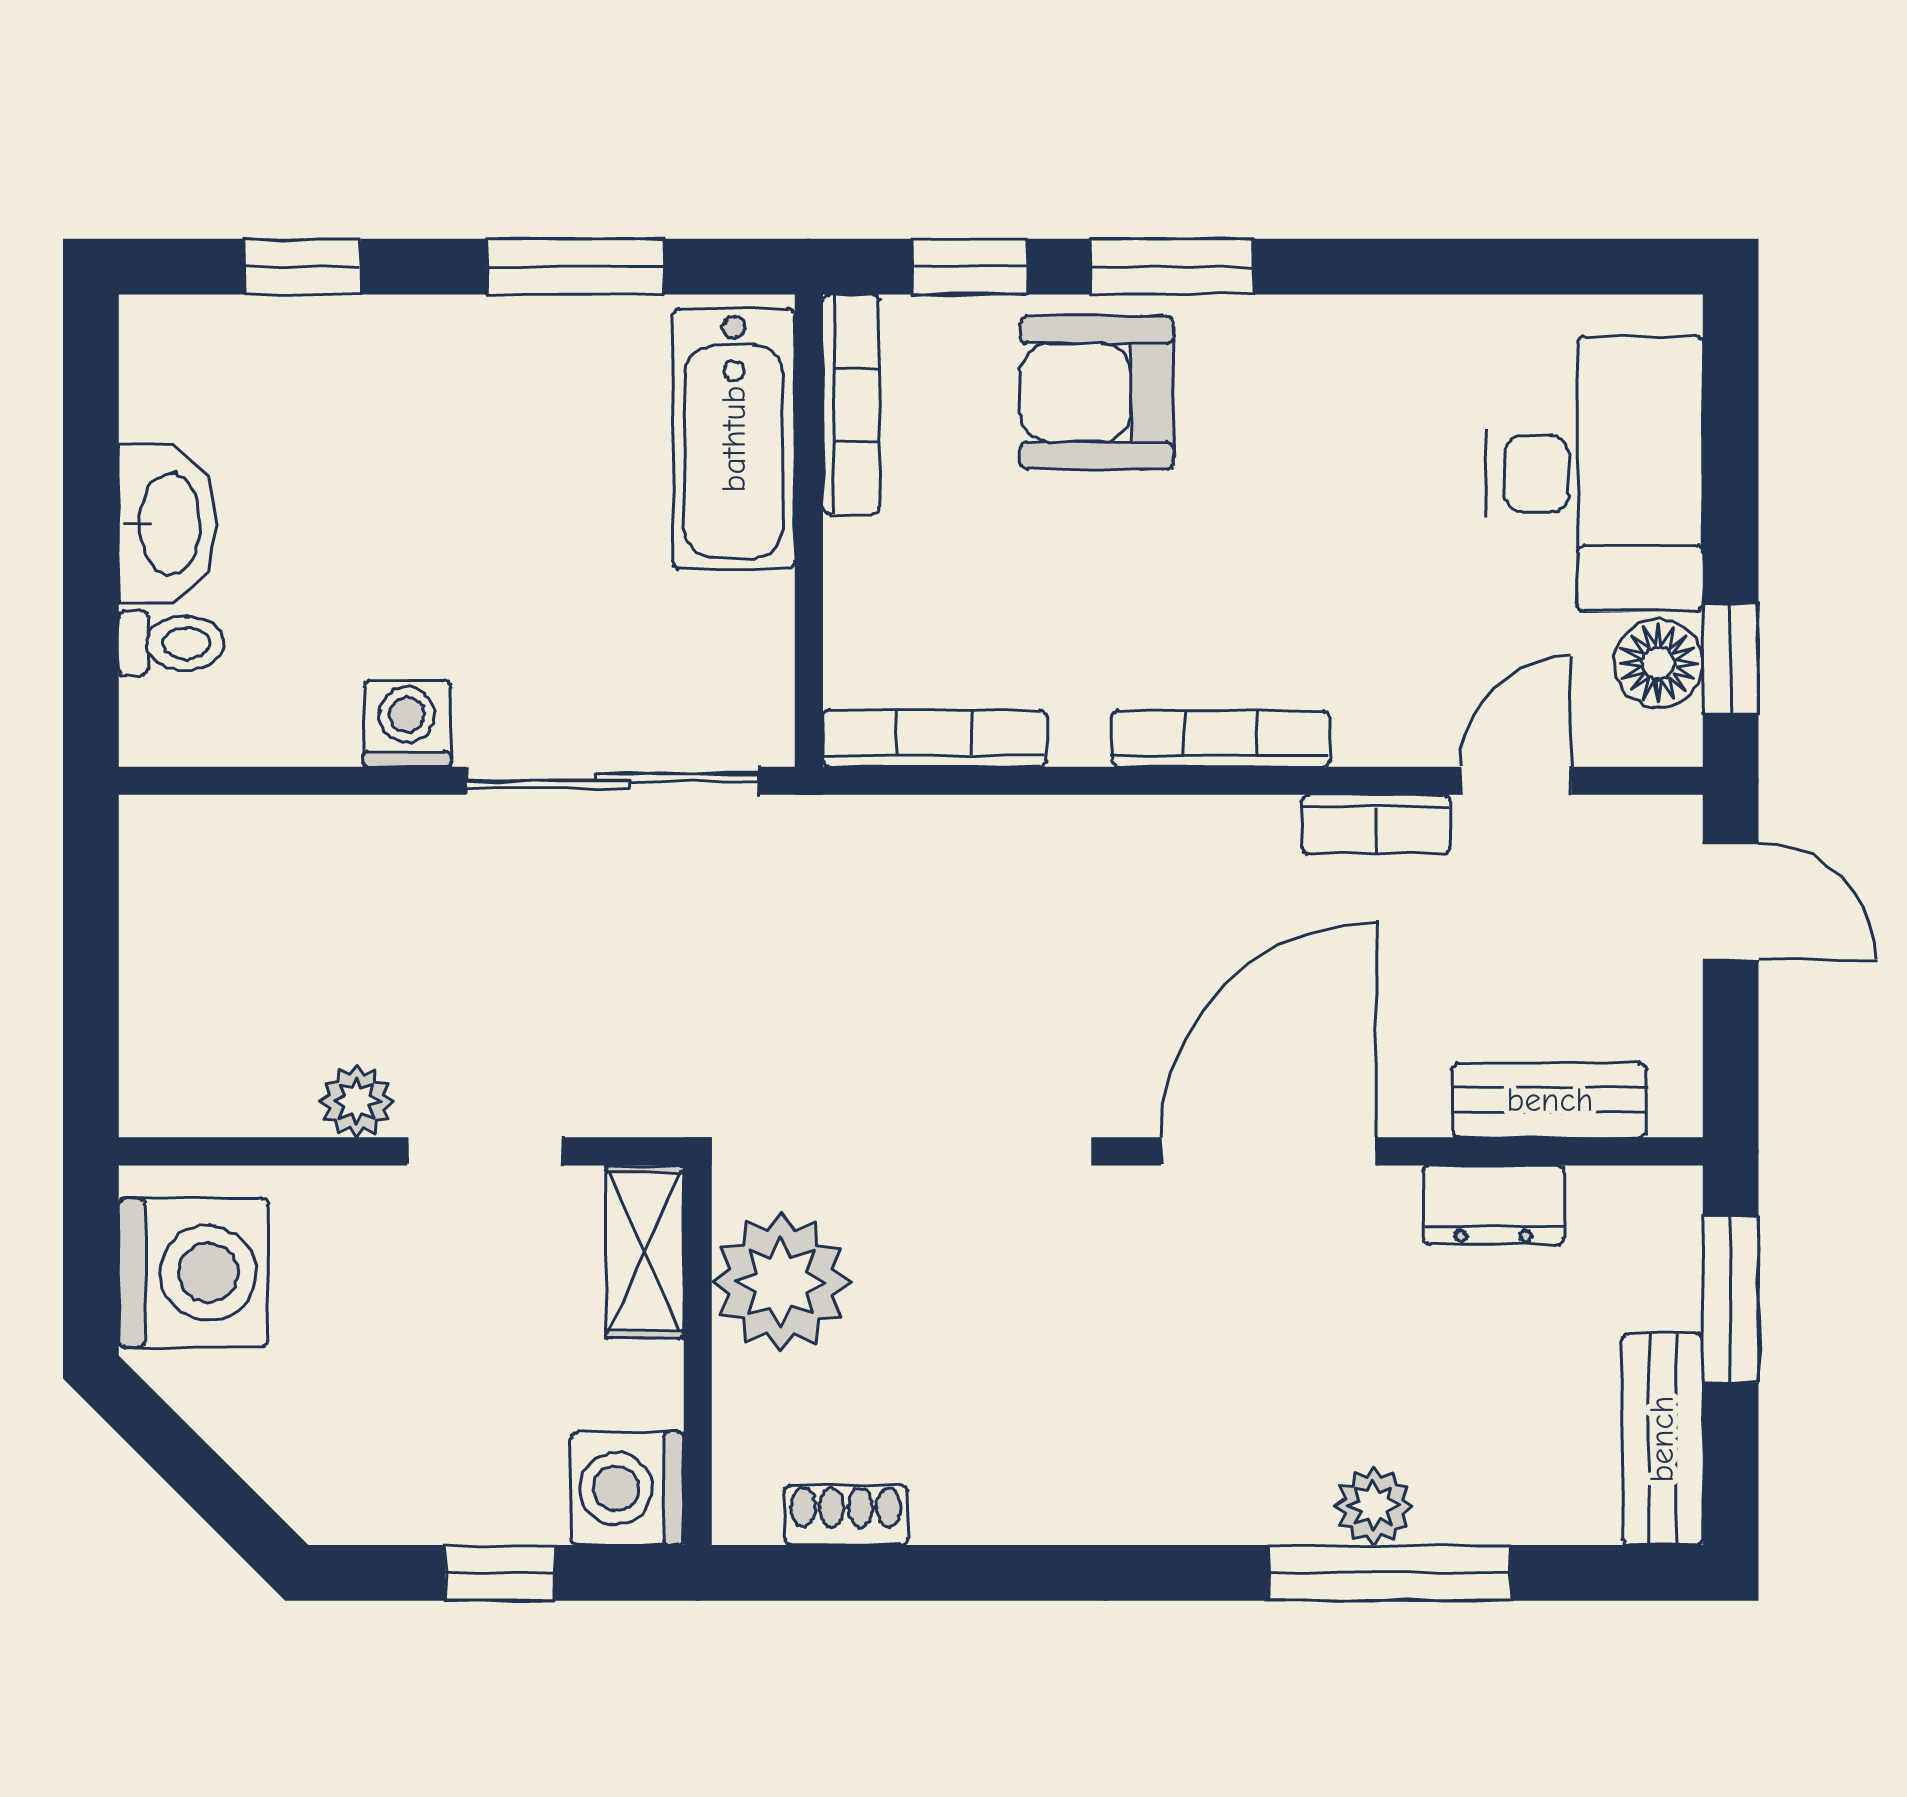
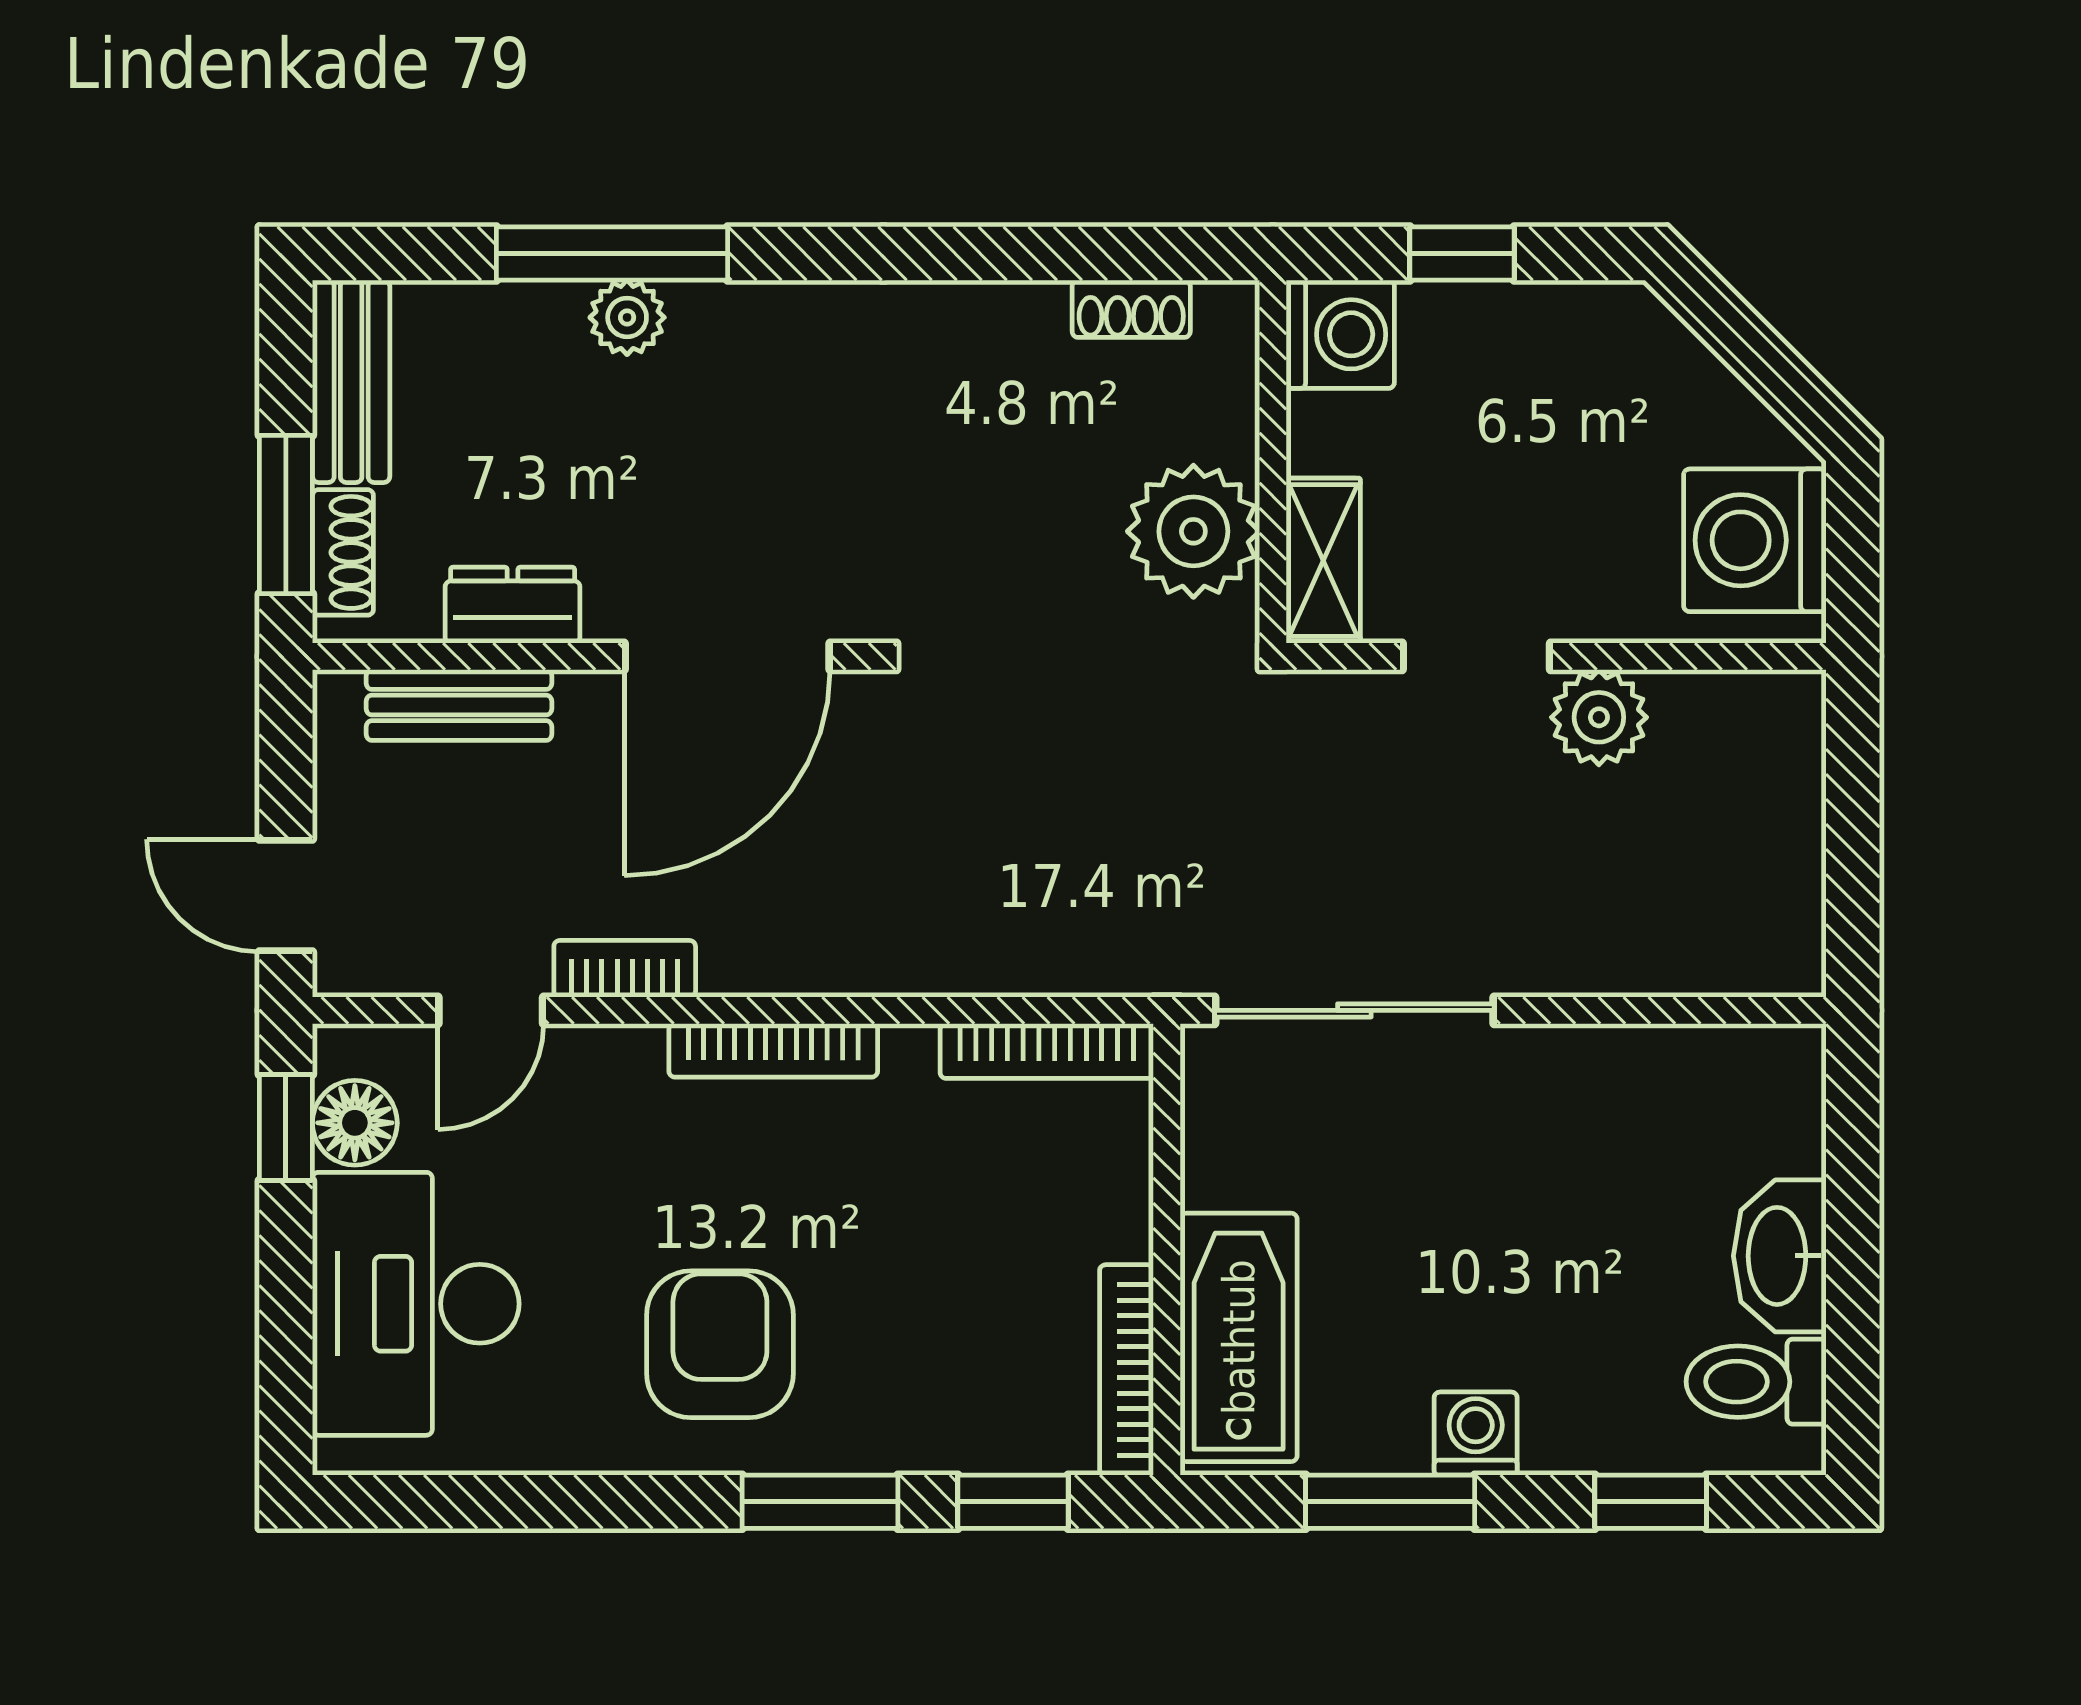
armchair: (1097, 392) -> (720, 1344), moved, turned -90
toilet: (172, 643) -> (1756, 1382), moved, width x1.37, depth x1.39
washing machine: (407, 723) -> (1476, 1434), moved, turned 180
plant: (357, 1101) -> (1599, 717), width x1.38, depth x1.38
shoe rack: (1671, 1260) -> (343, 552), added

